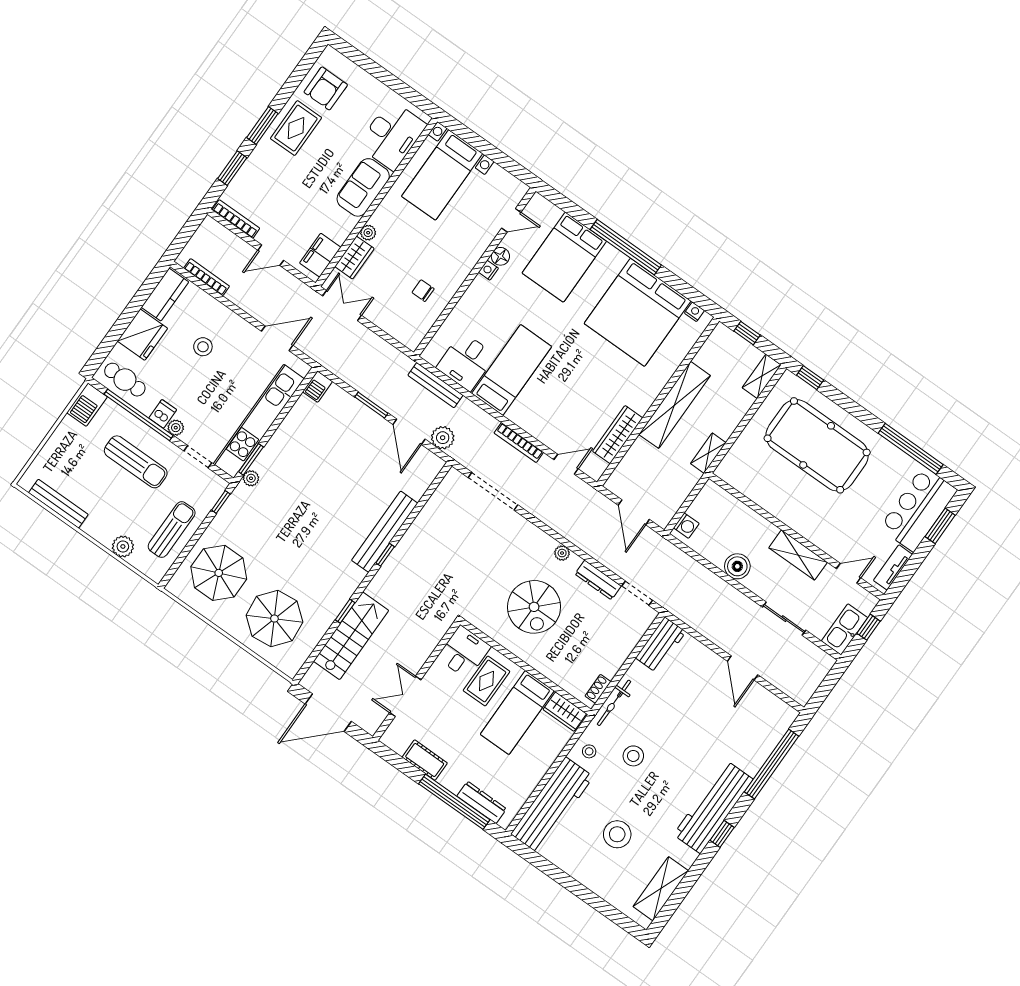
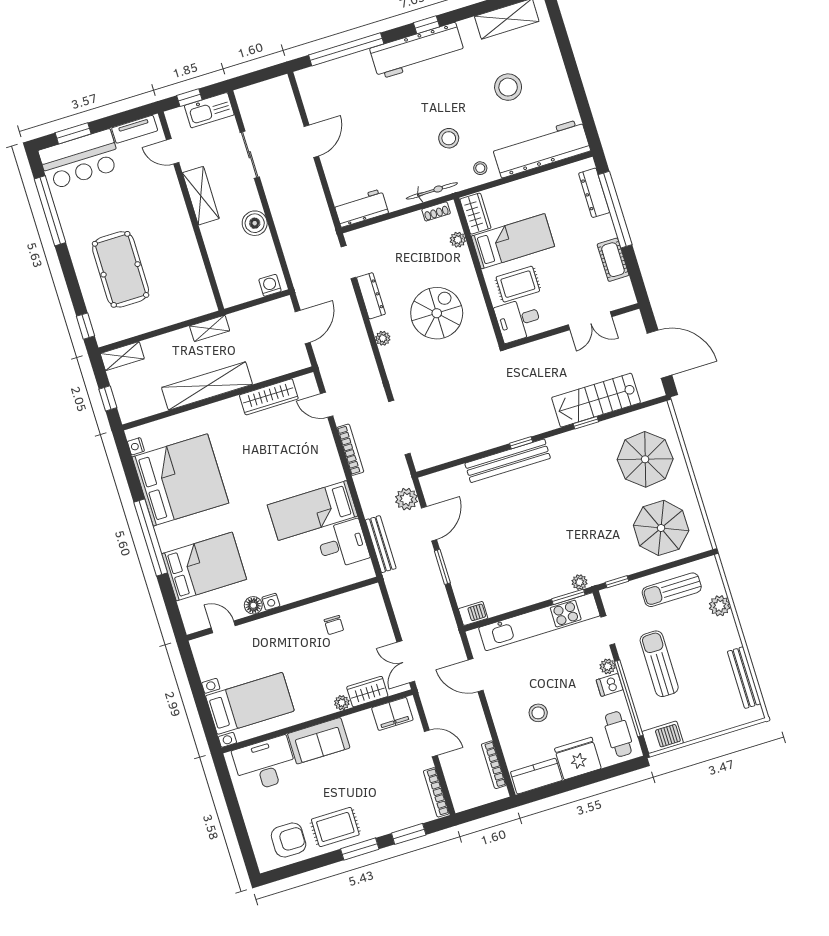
pool table: (817, 445) -> (121, 269), width x0.73, depth x0.76
plant: (563, 679) -> (458, 240), added

